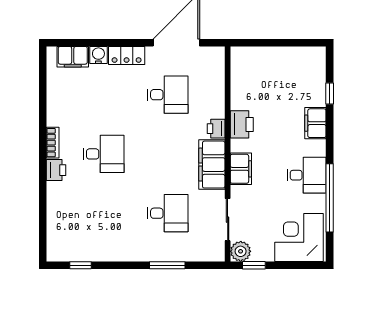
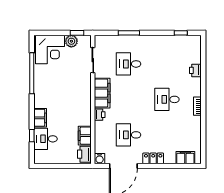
water cooler: (98, 55) -> (100, 159), moved
printer: (242, 124) -> (84, 154), moved
filing cabinet: (241, 169) -> (85, 136), moved
printer: (56, 170) -> (195, 70), moved
desk: (307, 175) -> (46, 139), moved
plant: (241, 251) -> (71, 41), moved

